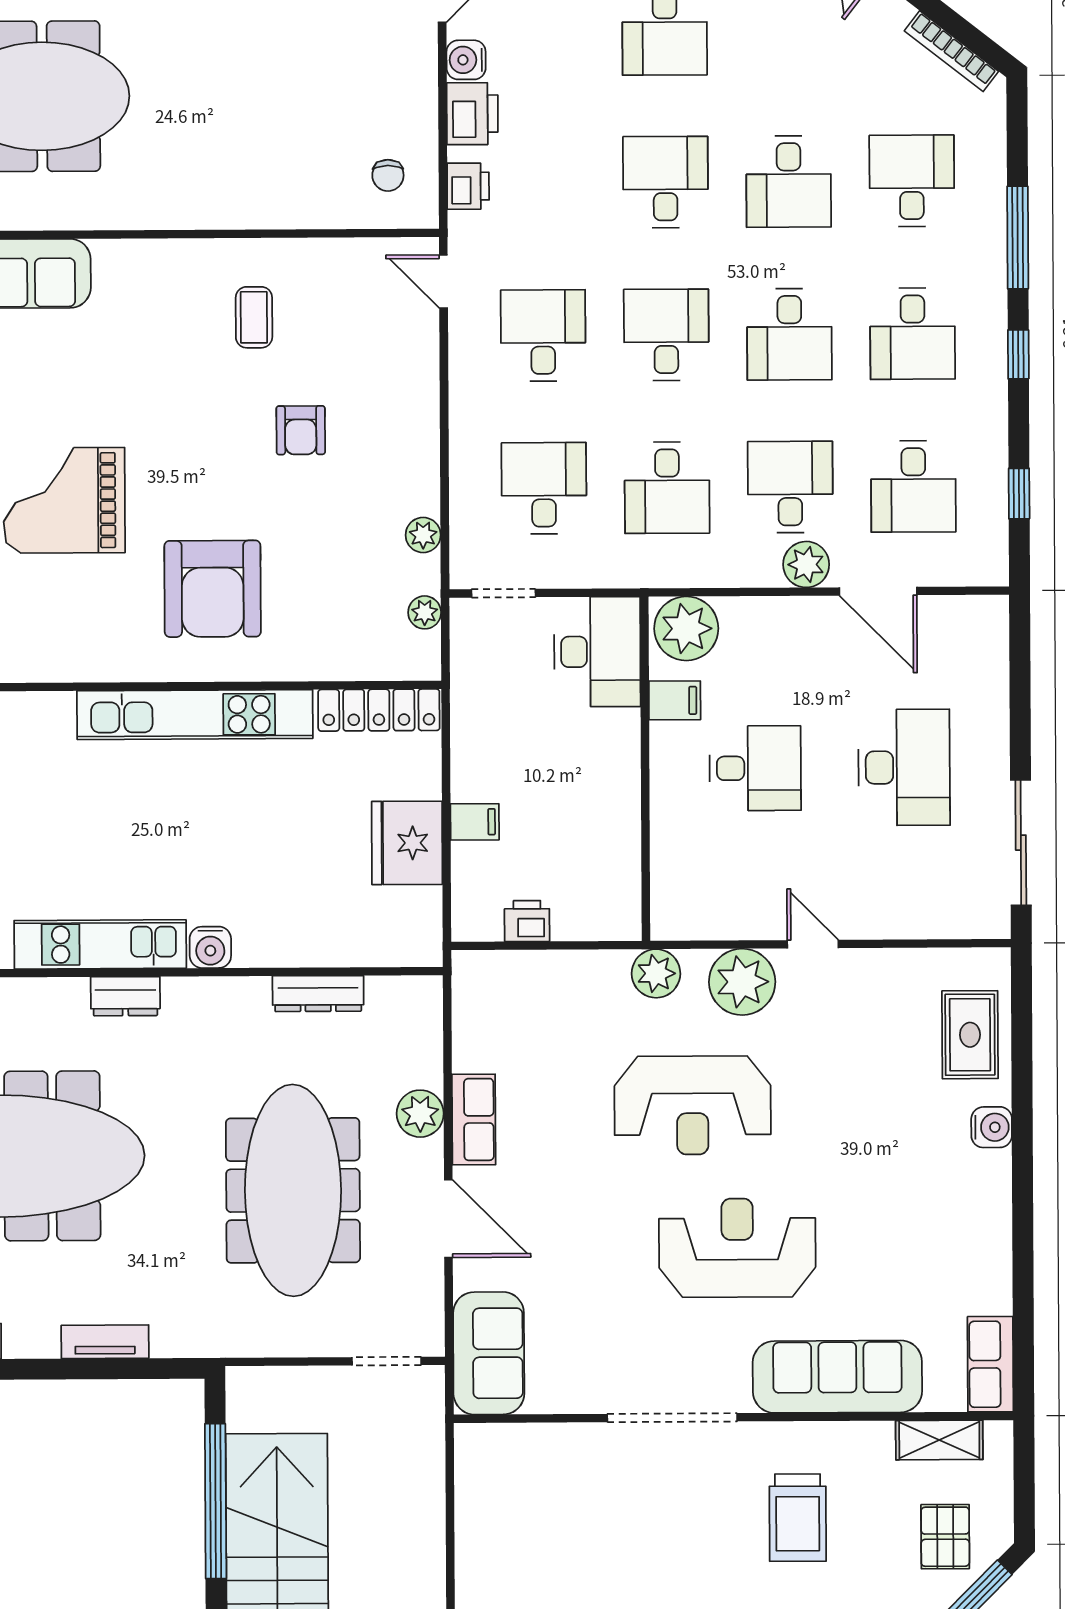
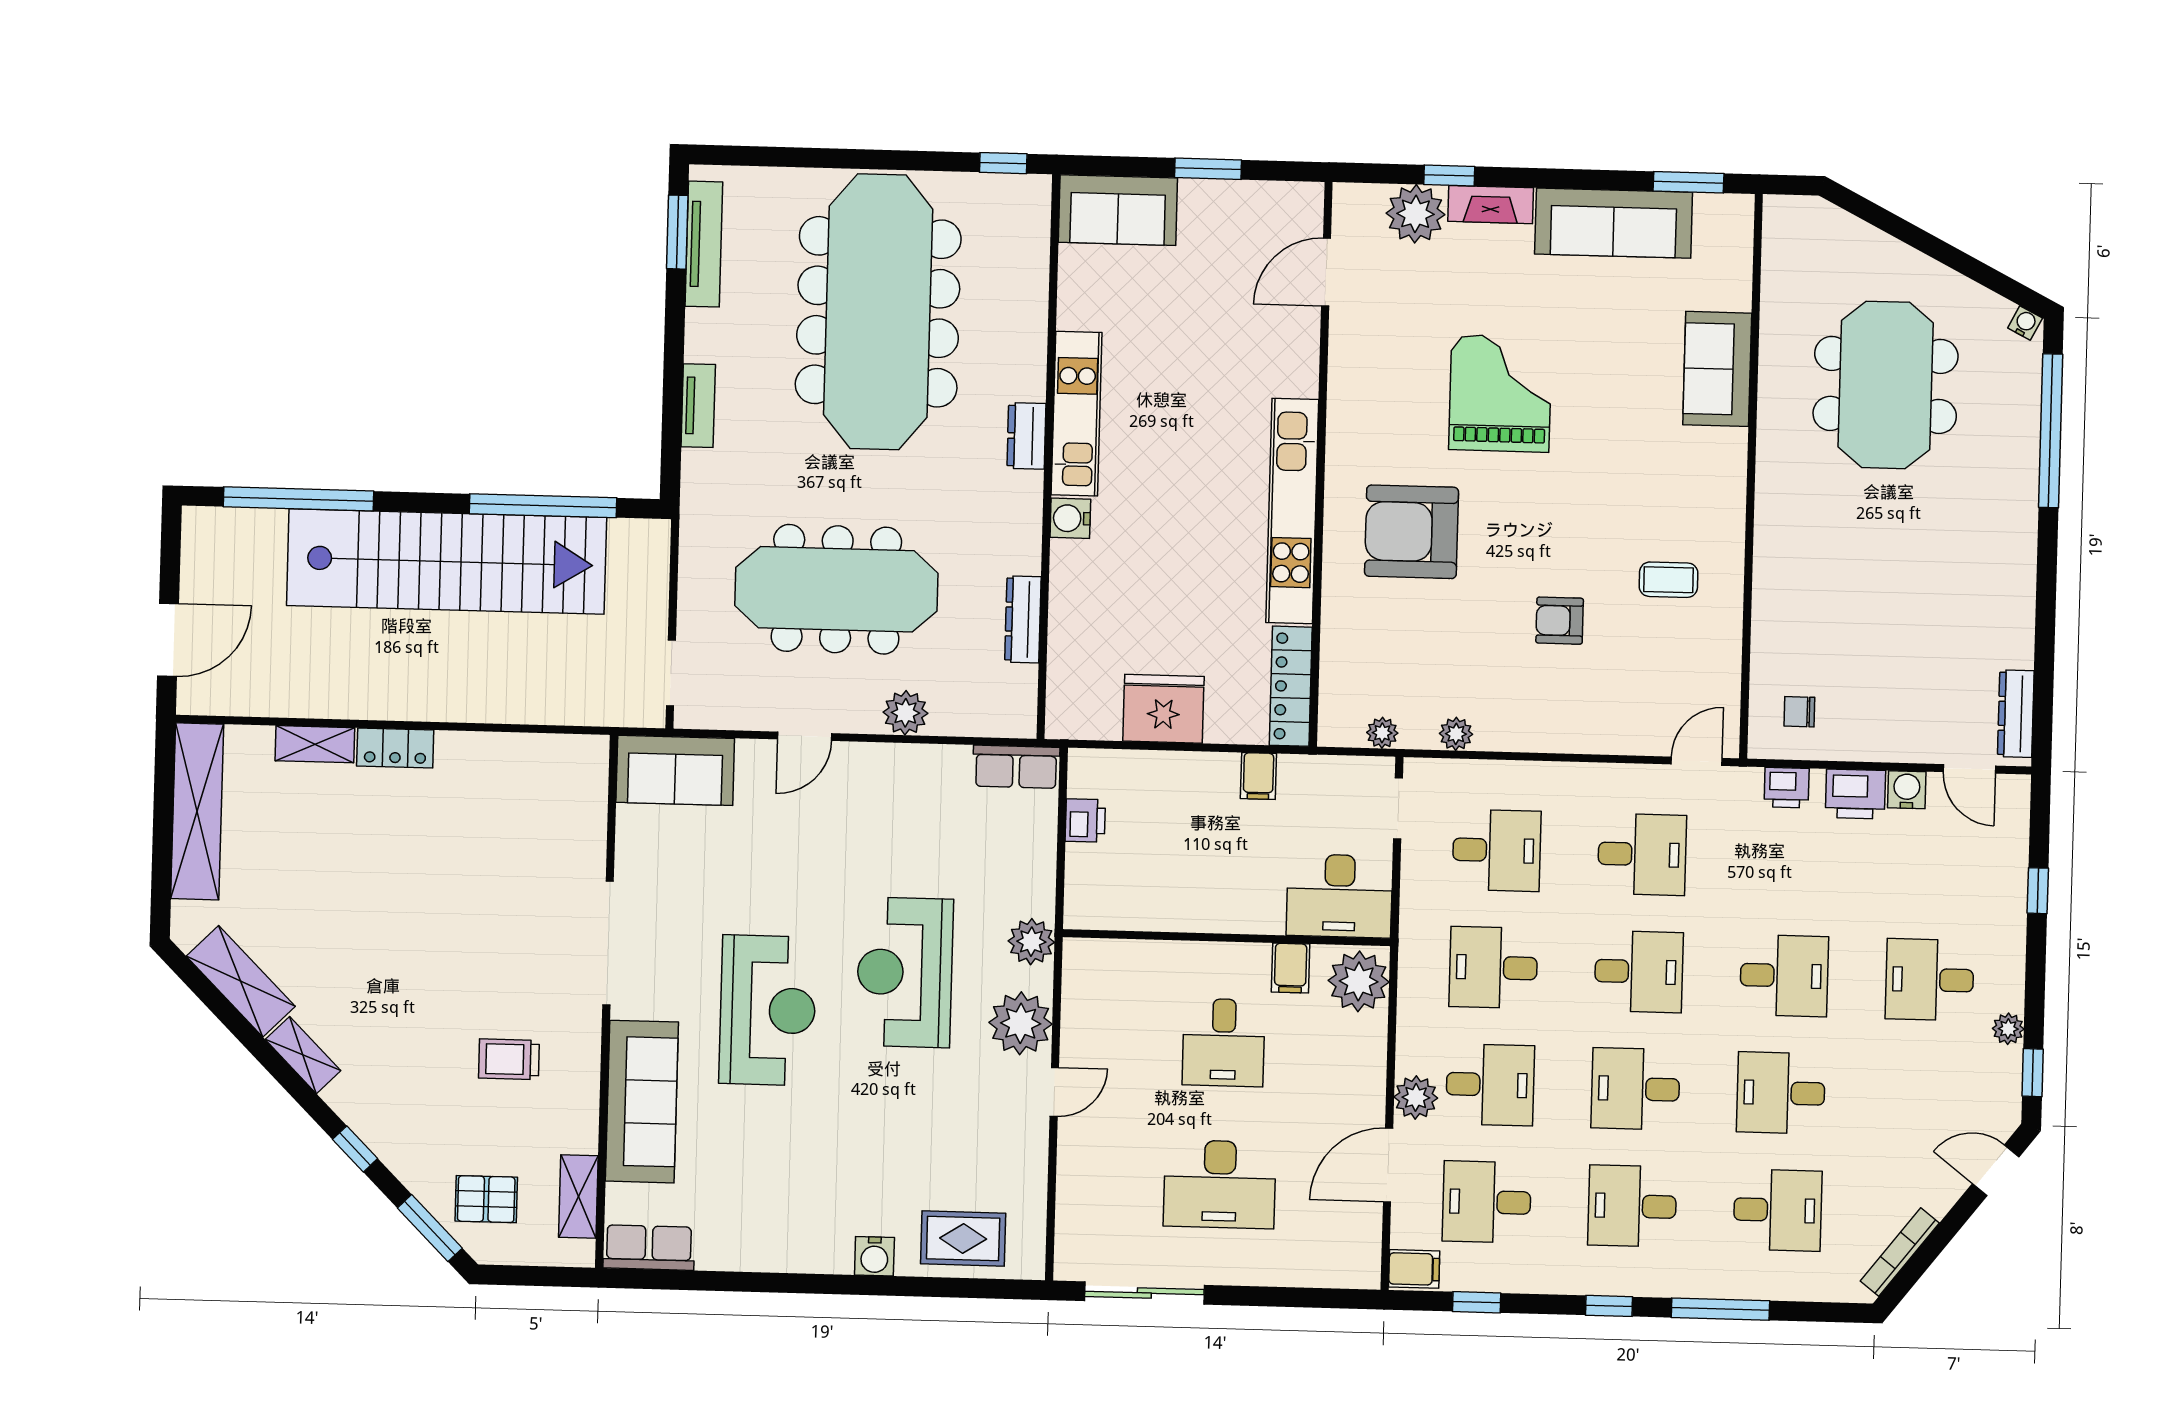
filing cabinet: (986, 560) -> (1414, 1269), added
filing cabinet: (475, 822) -> (1258, 776), moved
row of seats: (474, 1119) -> (1016, 767), moved
door: (448, 1219) -> (805, 736), width x0.73
trolley: (798, 1518) -> (509, 1059), width x0.73, depth x0.72

